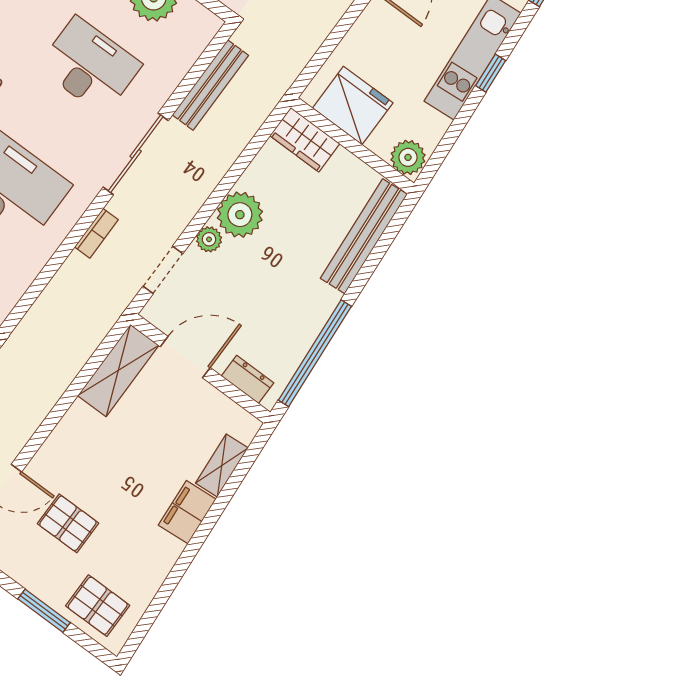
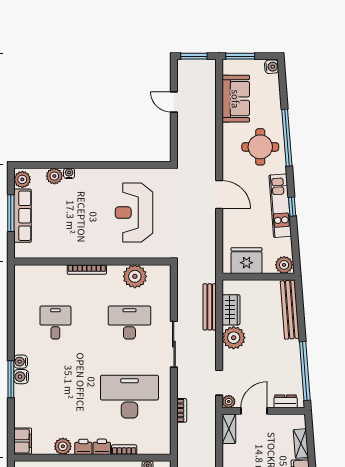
bench: (210, 85) -> (210, 307), moved
wardrobe: (305, 140) -> (231, 310), moved, turned -90
bookcase: (96, 233) -> (182, 410), moved
plant: (209, 239) -> (229, 402), moved
shelving: (118, 370) -> (229, 429), width x0.67, depth x0.75

